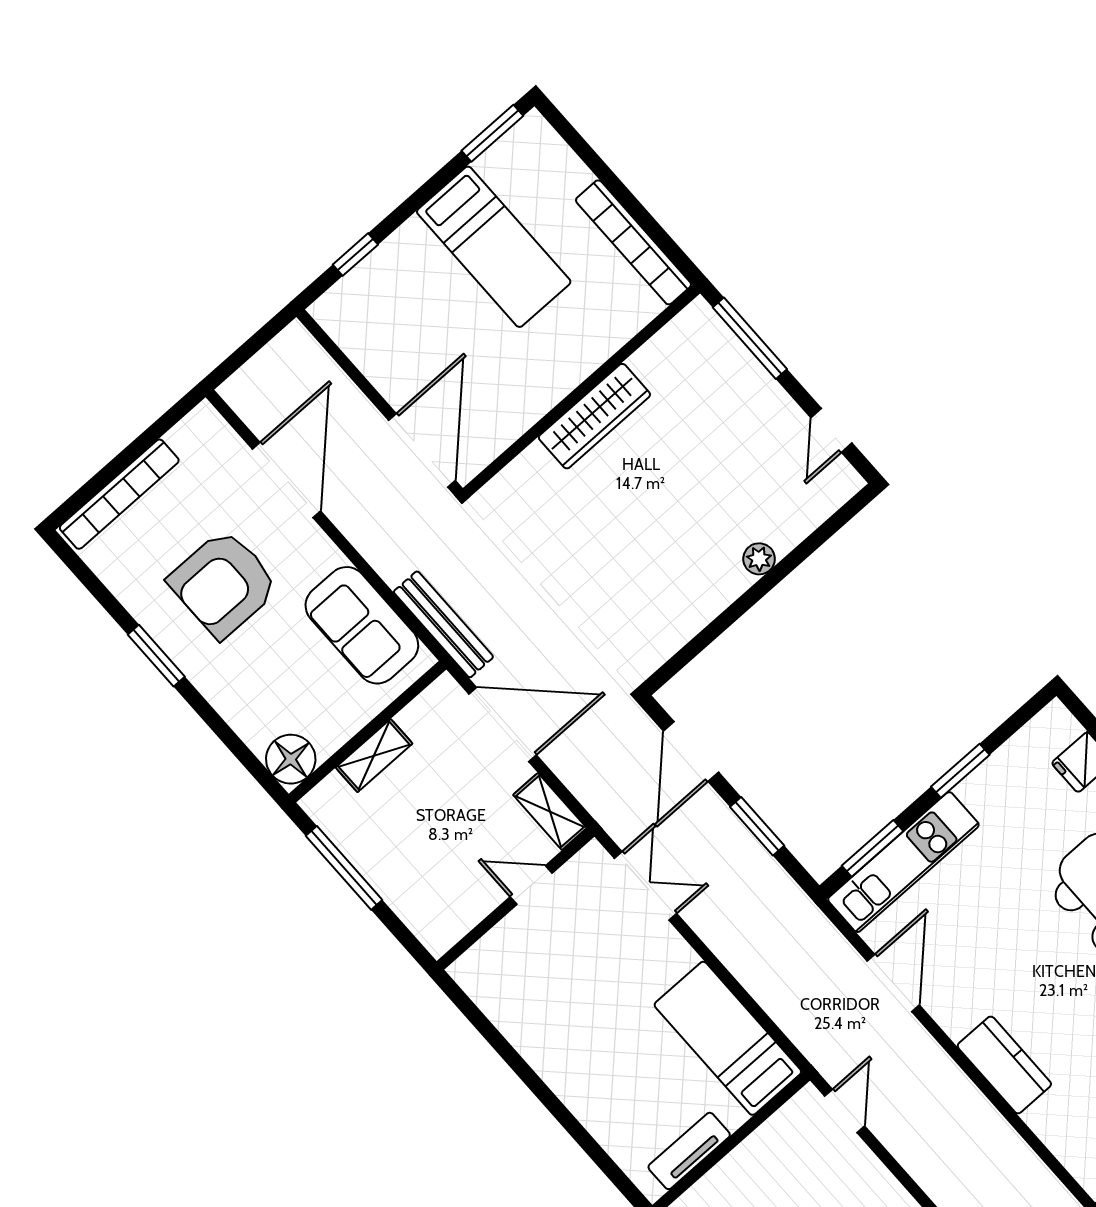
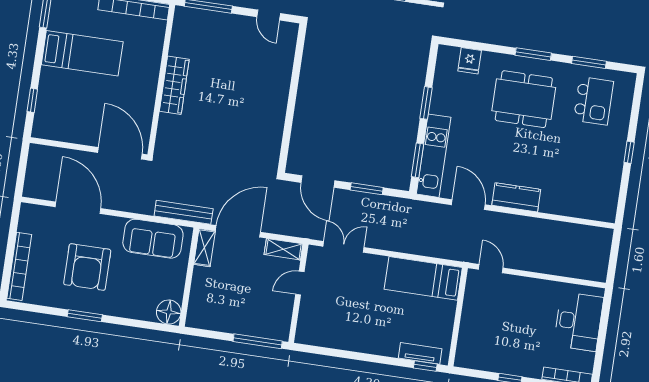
plant: (759, 559) -> (282, 87), removed
shelving: (374, 756) -> (204, 248), moved
window: (344, 868) -> (258, 341), moved
kitchen counter: (1004, 1065) -> (516, 197), moved
tv unit: (689, 1151) -> (420, 353), moved, turned 90
window: (617, 1176) -> (425, 366), added

